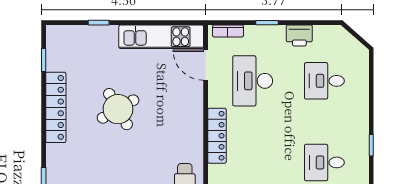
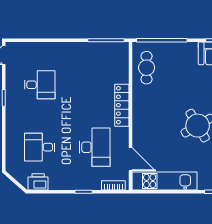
printer: (299, 35) -> (38, 182), moved
desk: (324, 81) -> (40, 147), turned 180

